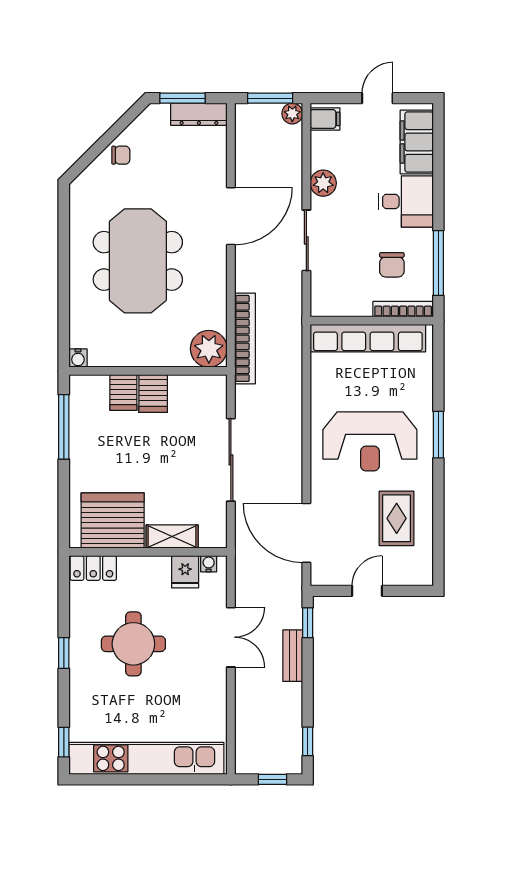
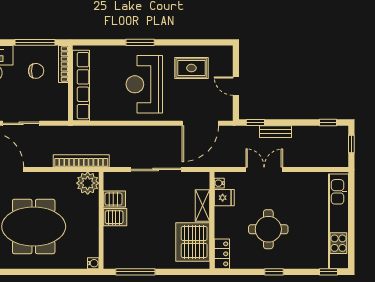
server rack: (123, 393) -> (114, 199), moved
reception desk: (370, 441) -> (144, 84), turned 180

